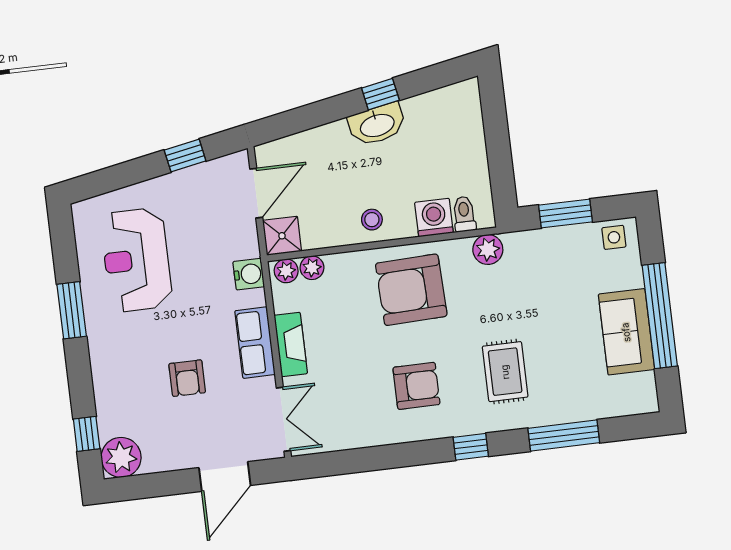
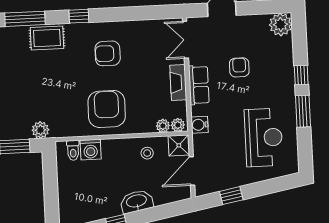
washbasin: (377, 125) -> (137, 201), moved
stool: (372, 220) -> (147, 153), moved
plant: (488, 250) -> (40, 130), moved
armchair: (411, 290) -> (107, 109), turned -88
rug: (505, 372) -> (47, 38), moved, turned 90
window: (87, 434) -> (301, 75), moved

